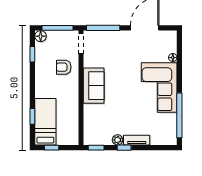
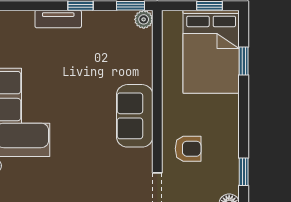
bed: (45, 122) -> (211, 52), width x1.50
plant: (118, 140) -> (144, 19), moved

